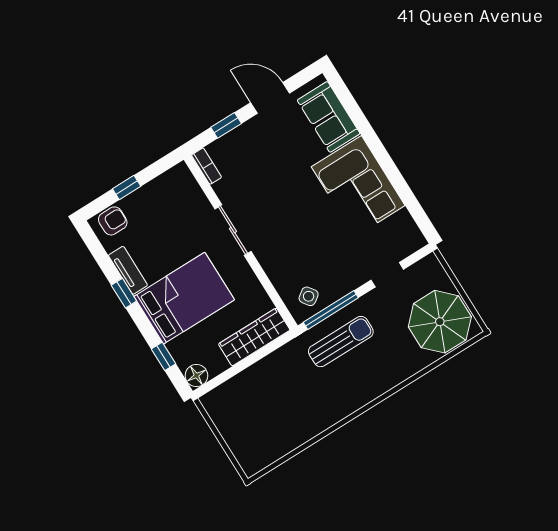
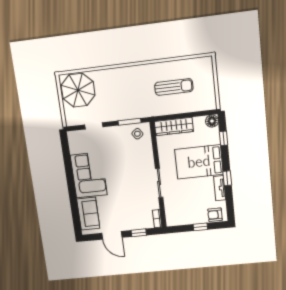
window: (331, 310) -> (130, 122), width x0.69
sun lounger: (341, 342) -> (174, 87), moved, turned 180

